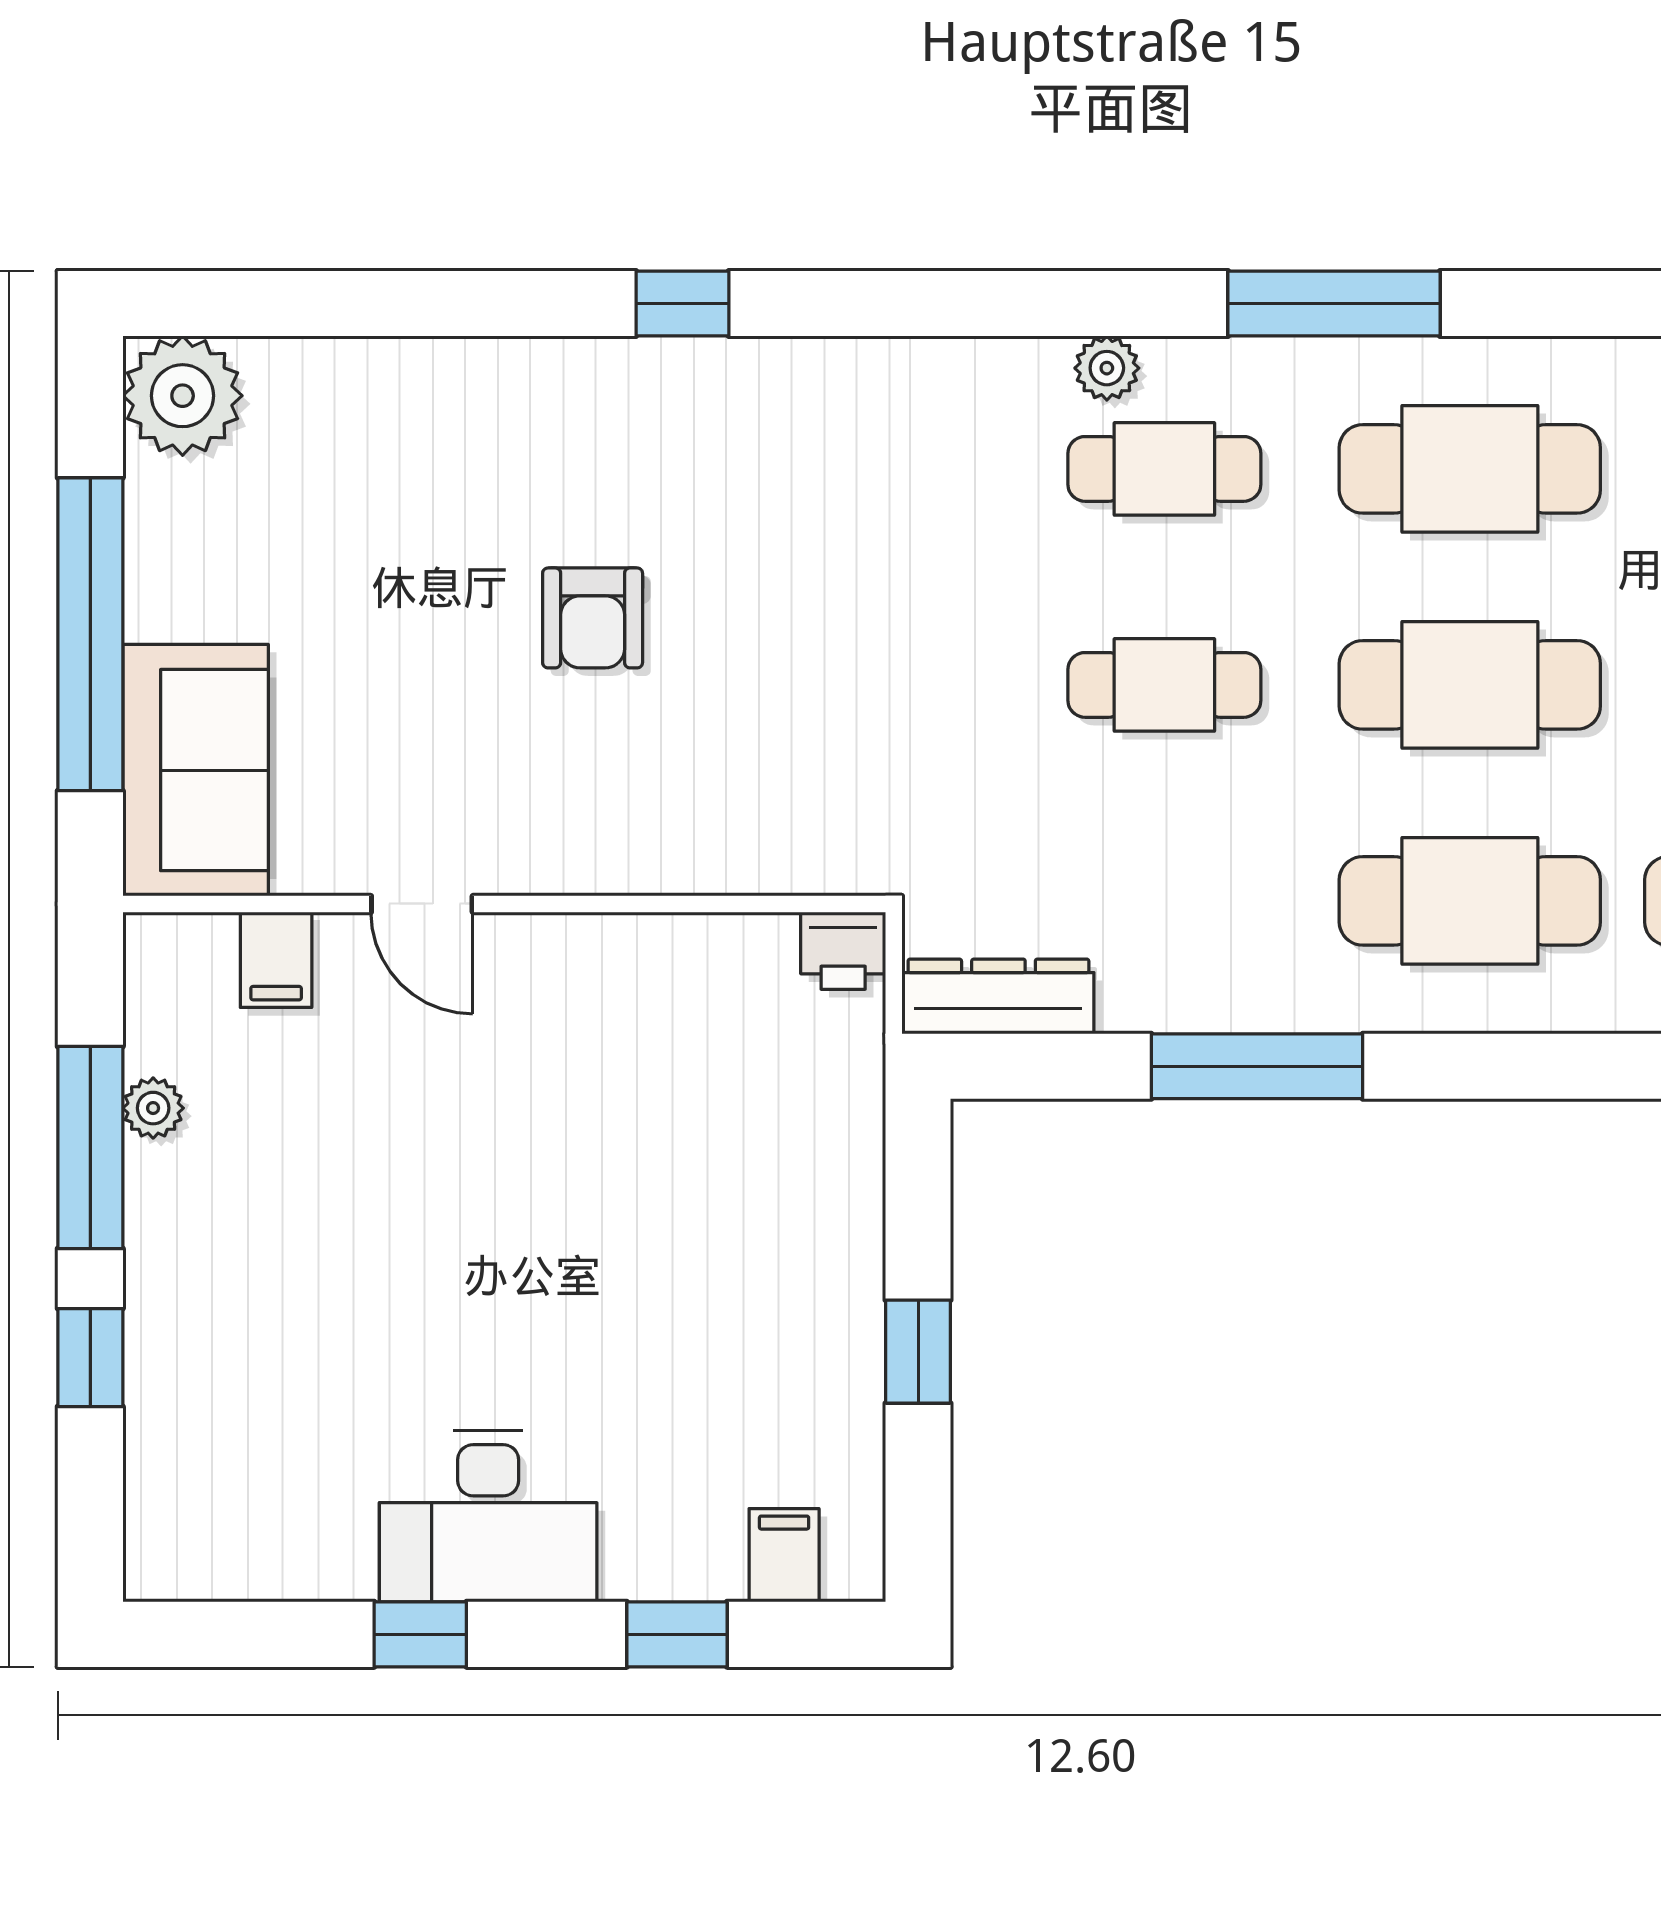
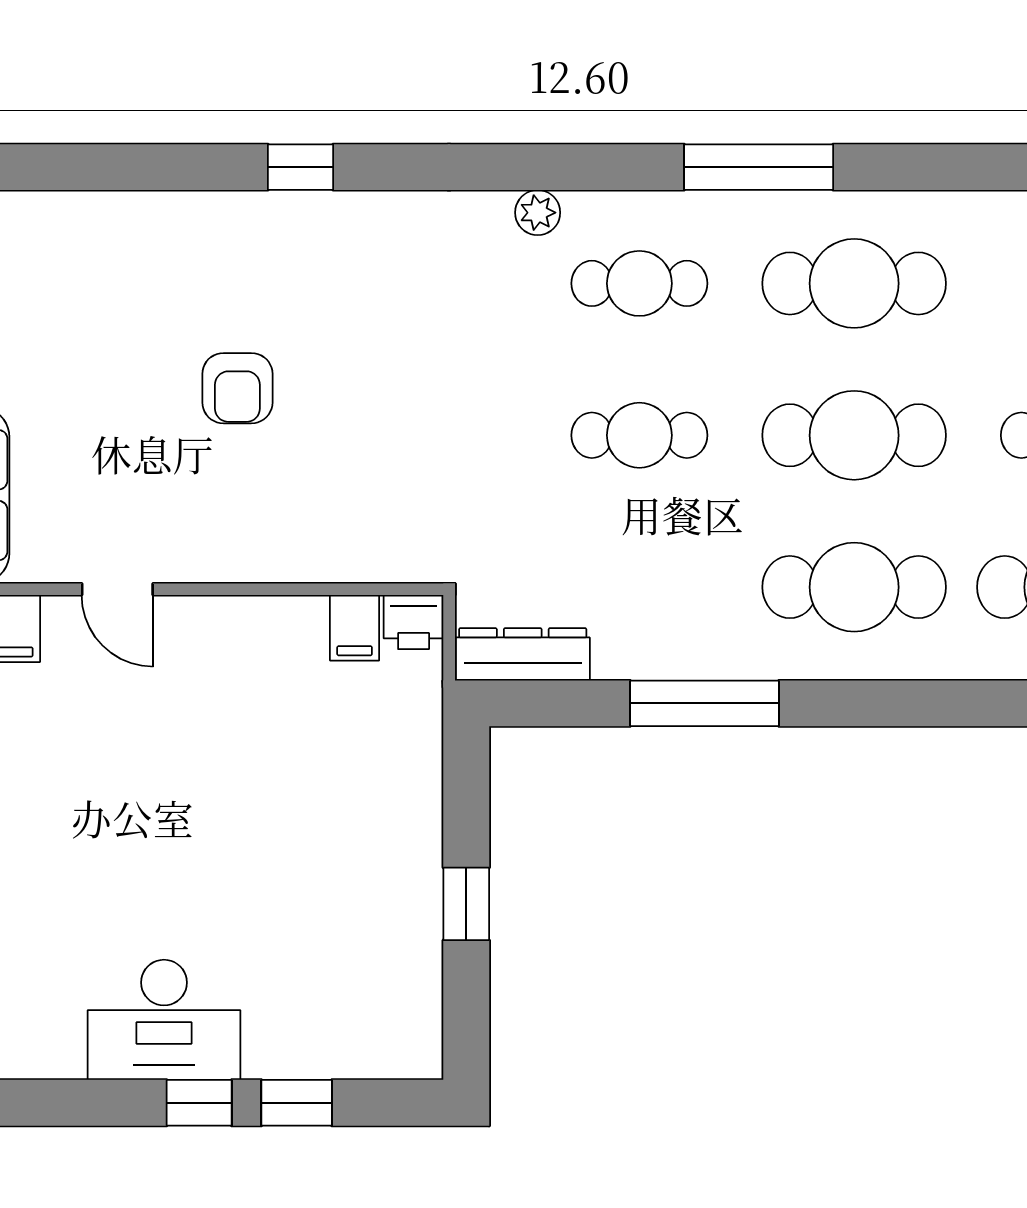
plant: (1107, 368) -> (538, 213), moved
filing cabinet: (784, 1555) -> (355, 628), moved, turned 180
window: (420, 1634) -> (199, 1103), moved

